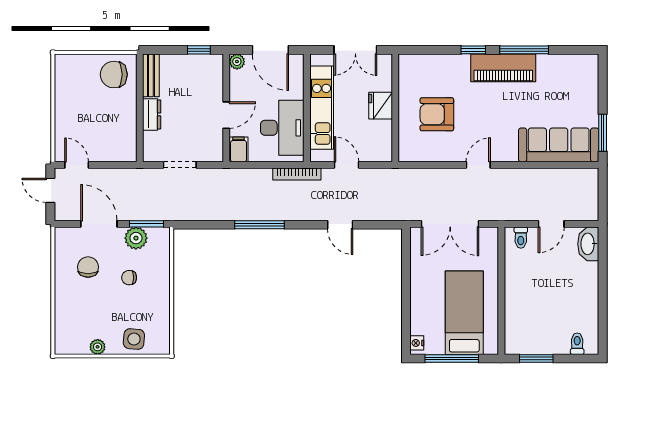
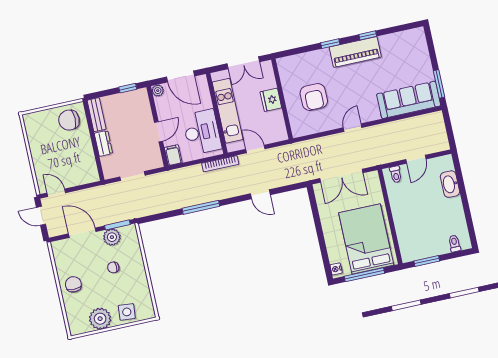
window: (524, 50) -> (368, 35), width x0.46
armchair: (437, 114) -> (314, 97), turned -90
washbasin: (588, 244) -> (450, 184), moved
chair: (88, 267) -> (73, 284), moved
bed: (464, 313) -> (366, 239), width x1.50
plant: (98, 347) -> (100, 319), width x1.87, depth x1.87

